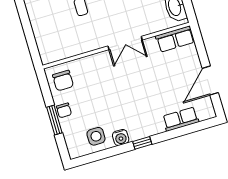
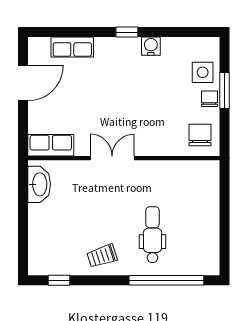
side table: (96, 136) -> (203, 72), moved

